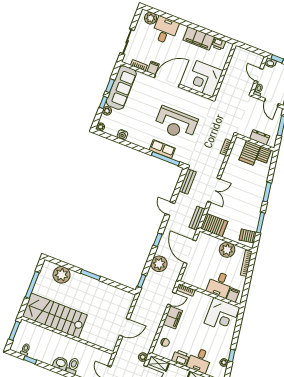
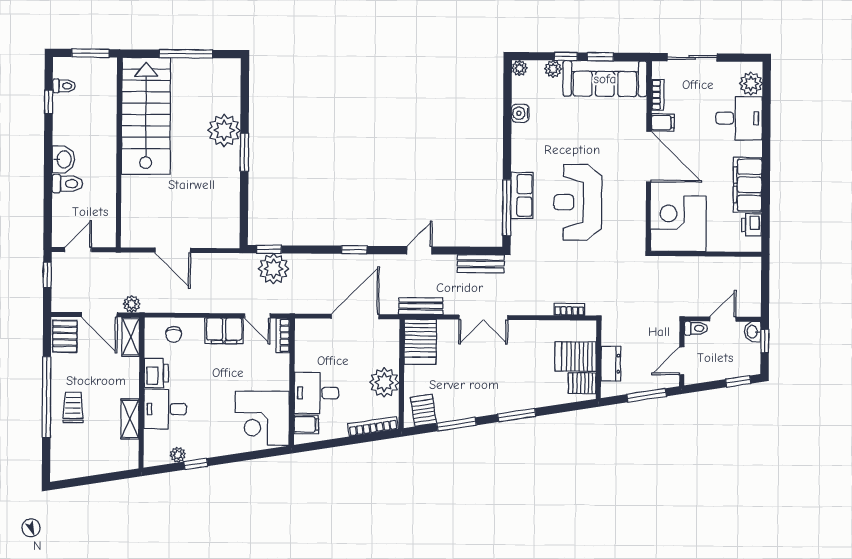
plant: (159, 264) -> (274, 269), moved
plant: (62, 275) -> (224, 130), moved

